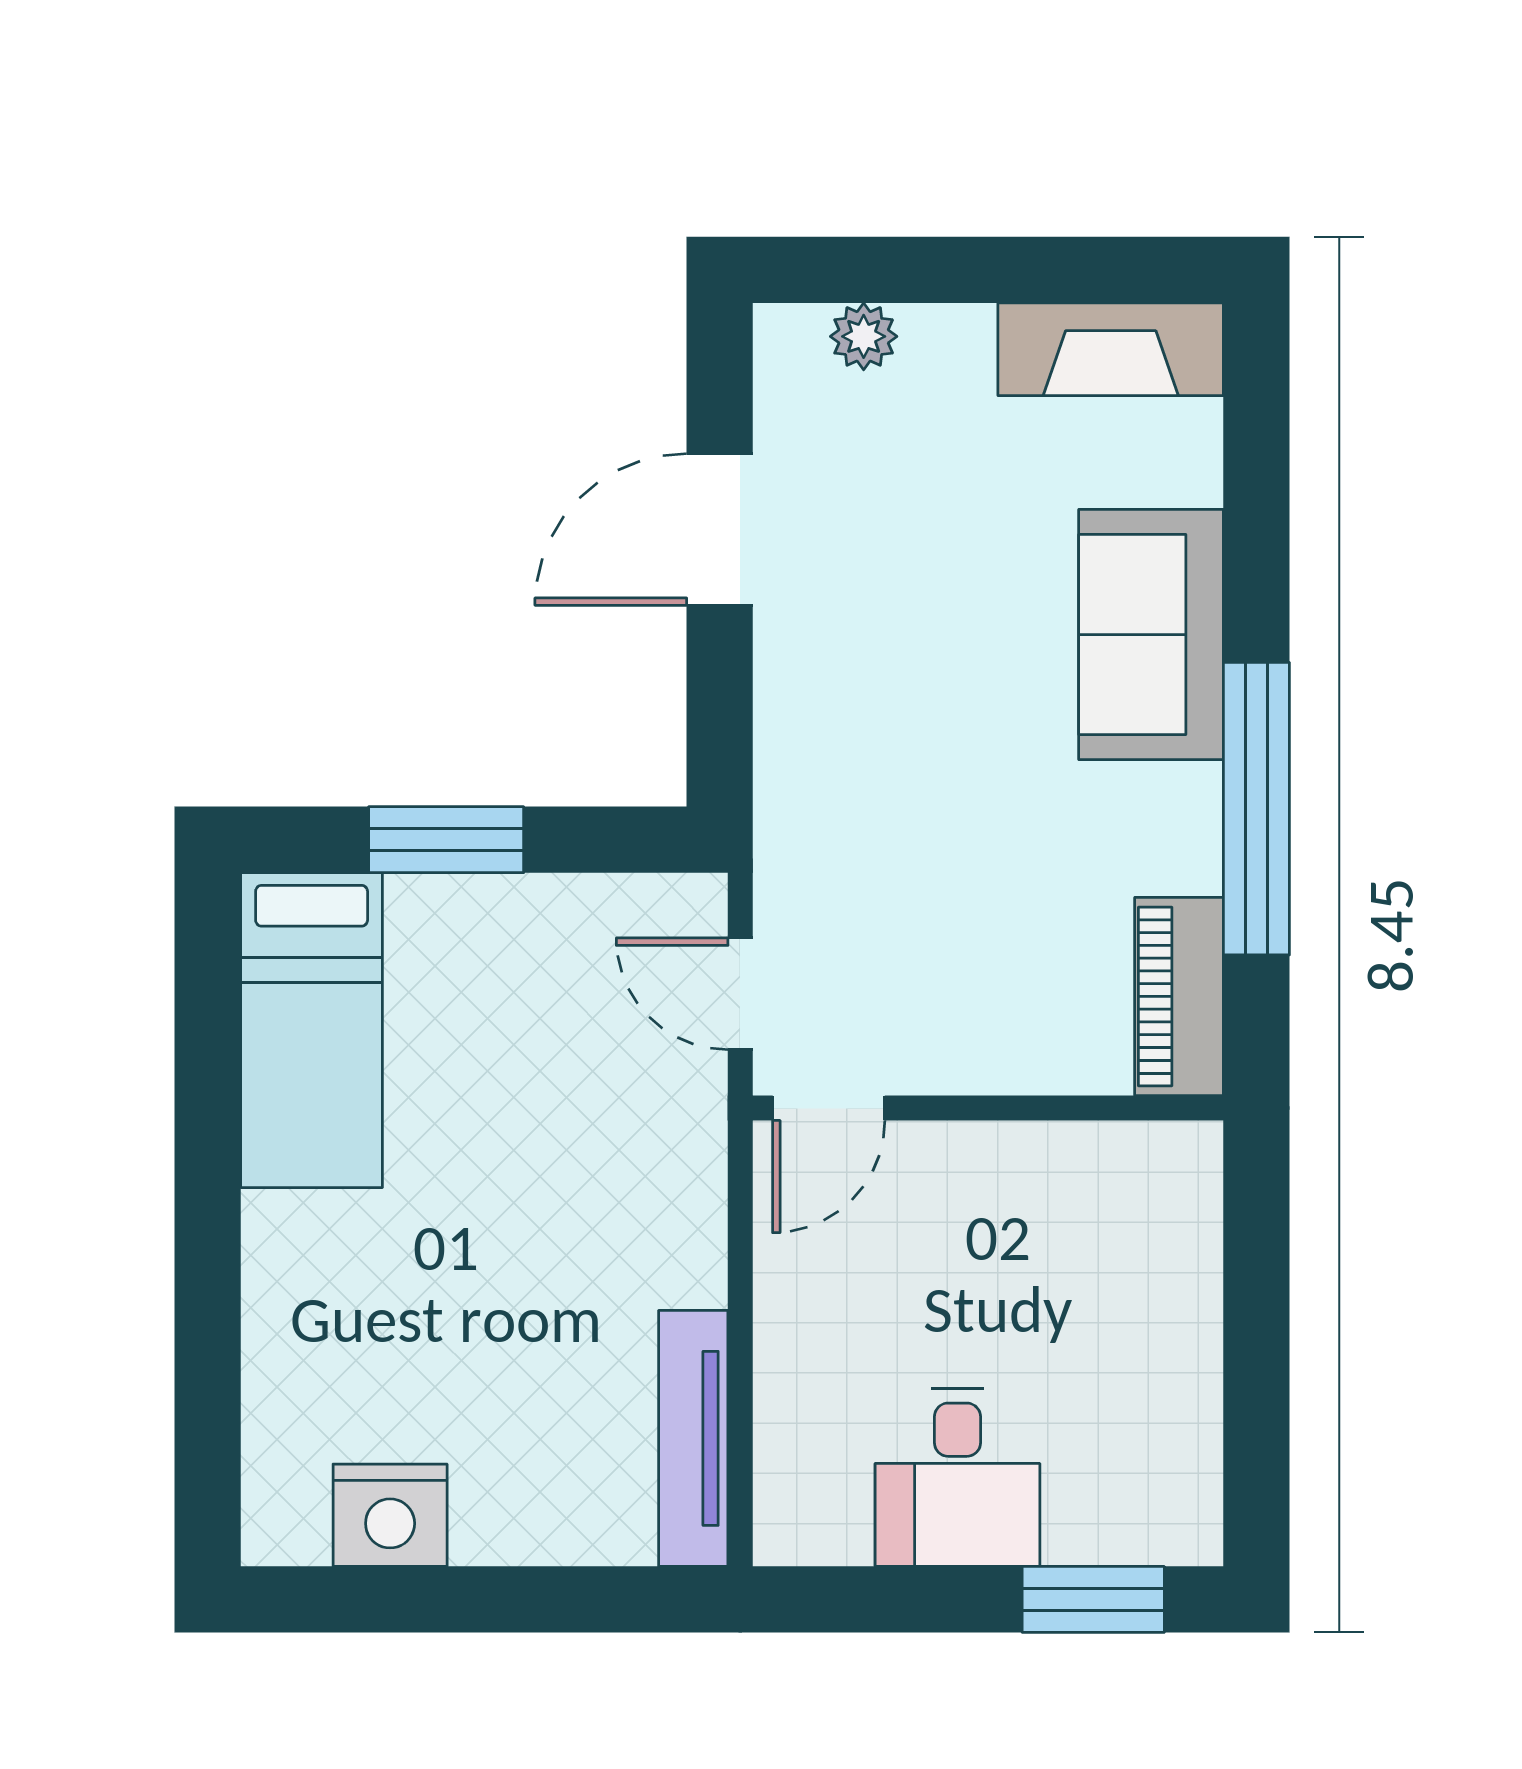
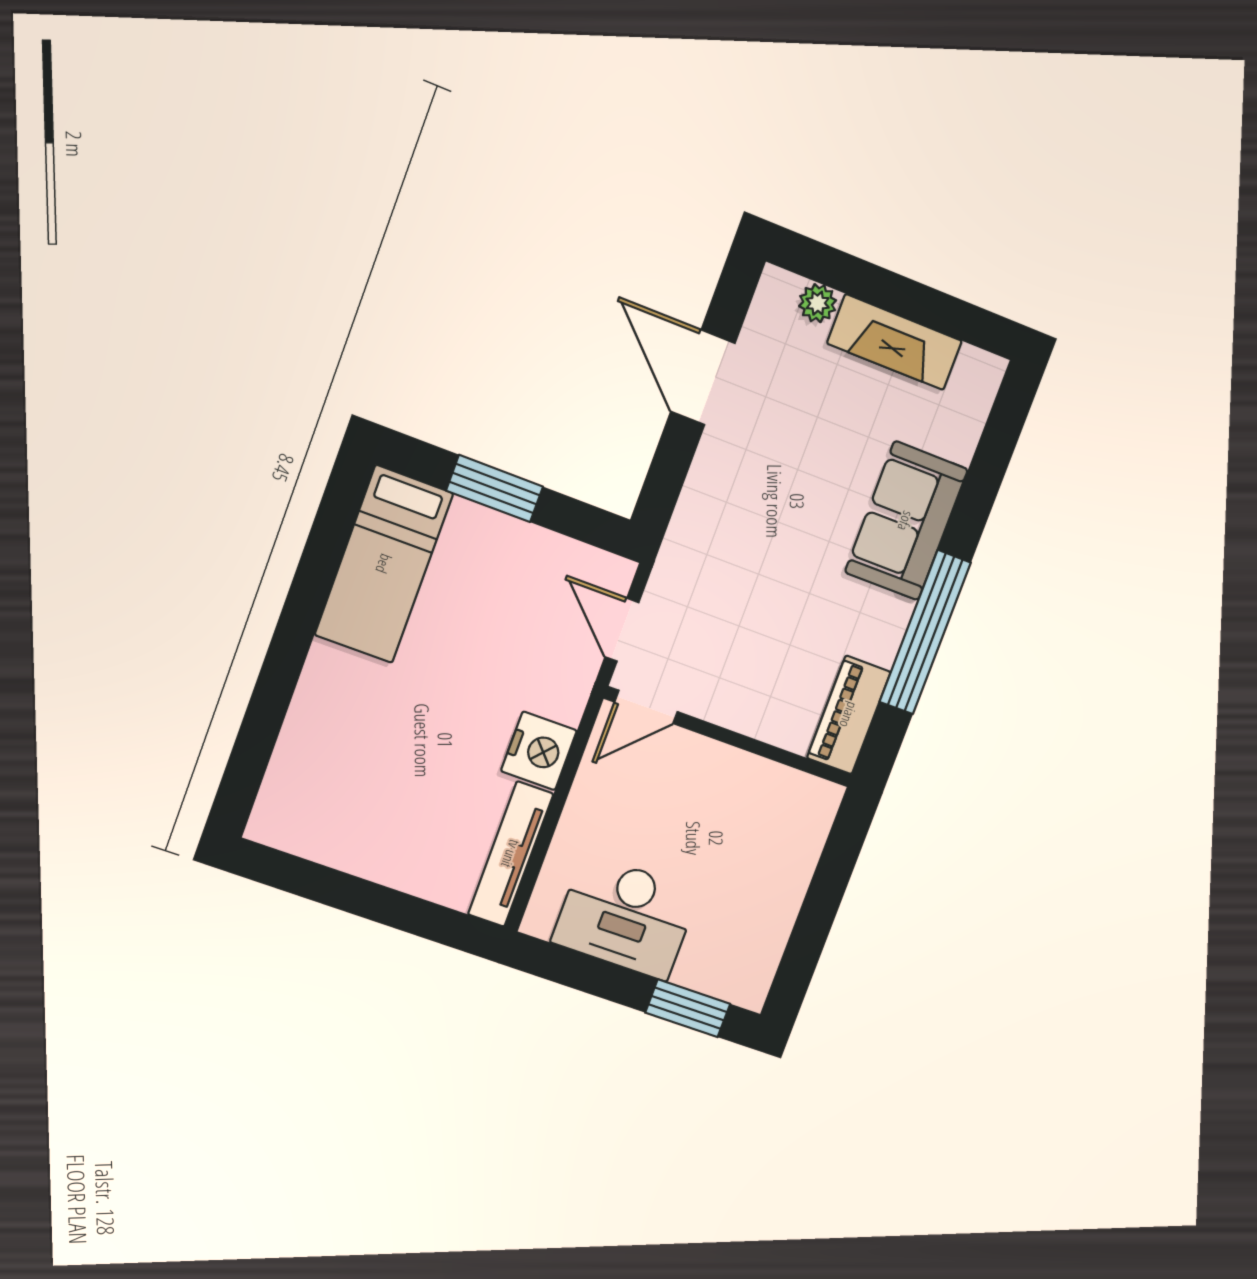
fireplace: (1111, 349) -> (895, 342), moved
door: (720, 530) -> (703, 377), hinge flipped
desk: (957, 1478) -> (625, 917), width x1.37
nightstand: (390, 1515) -> (539, 751), moved, turned -90

